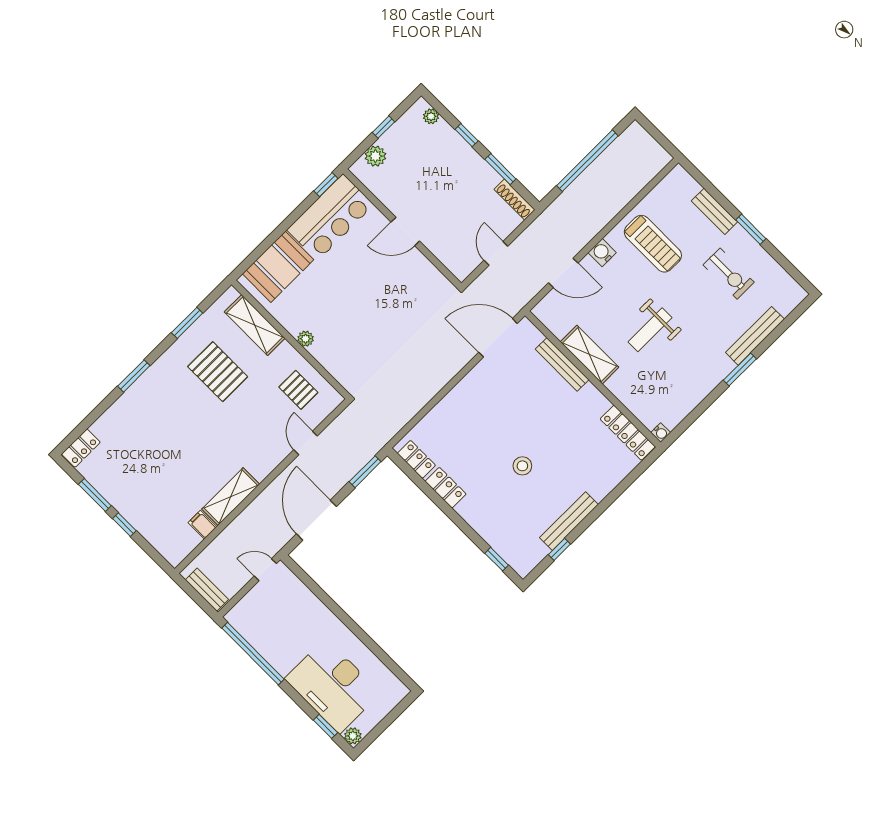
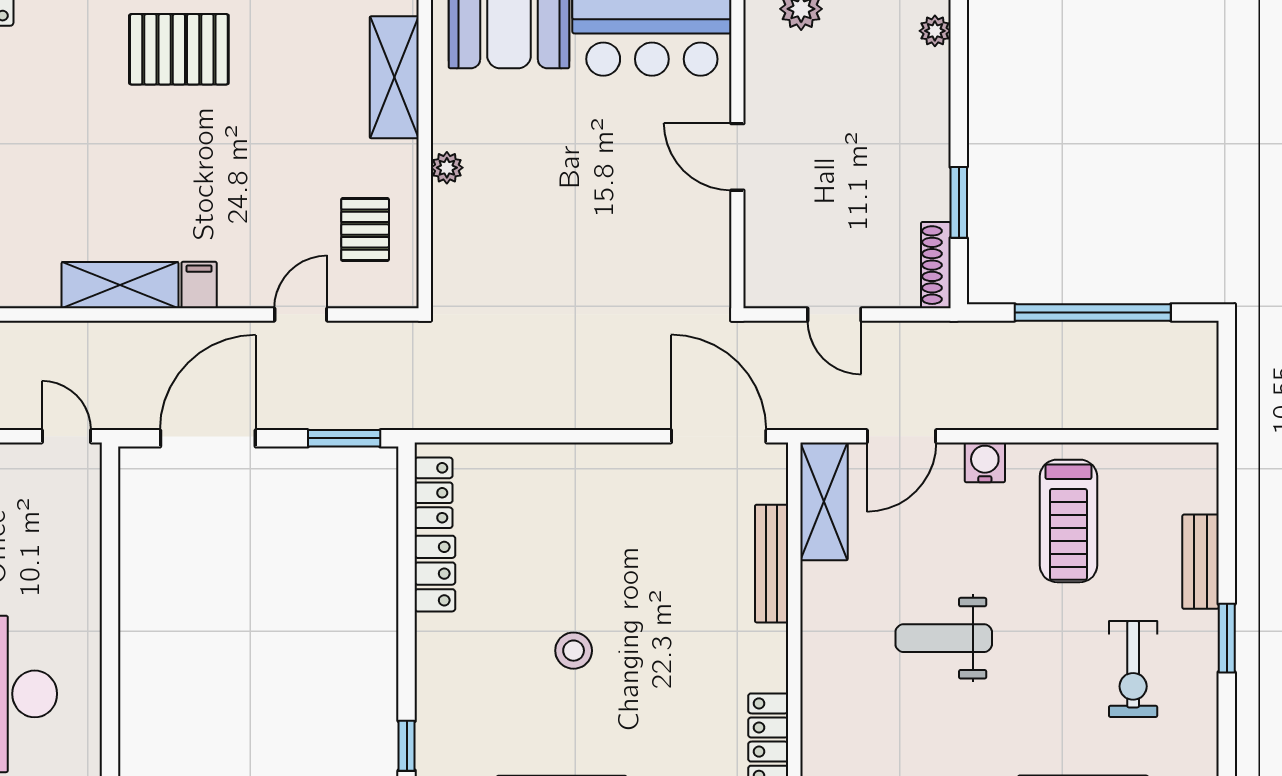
window: (467, 135) -> (959, 107), removed
door: (496, 253) -> (834, 314), swing flipped
door: (563, 273) -> (901, 436), hinge flipped
shelving: (590, 355) -> (824, 501), moved
pallet: (218, 372) -> (179, 49), moved, turned 90
filing cabinet: (202, 525) -> (199, 285), moved

